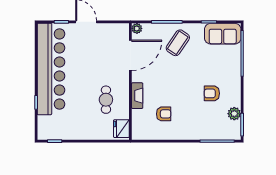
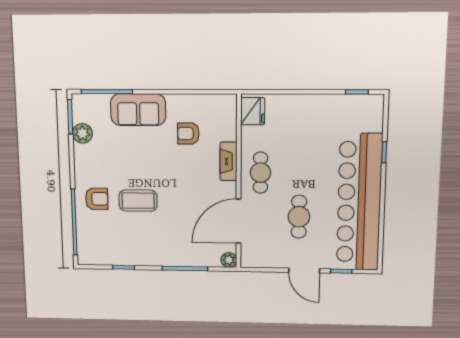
sofa: (223, 34) -> (138, 110), moved, turned 180
coffee table: (178, 43) -> (138, 201), moved, turned 56
cafe table: (90, 59) -> (299, 217), added
armchair: (212, 93) -> (97, 199), moved
cafe table: (106, 100) -> (260, 173), moved

